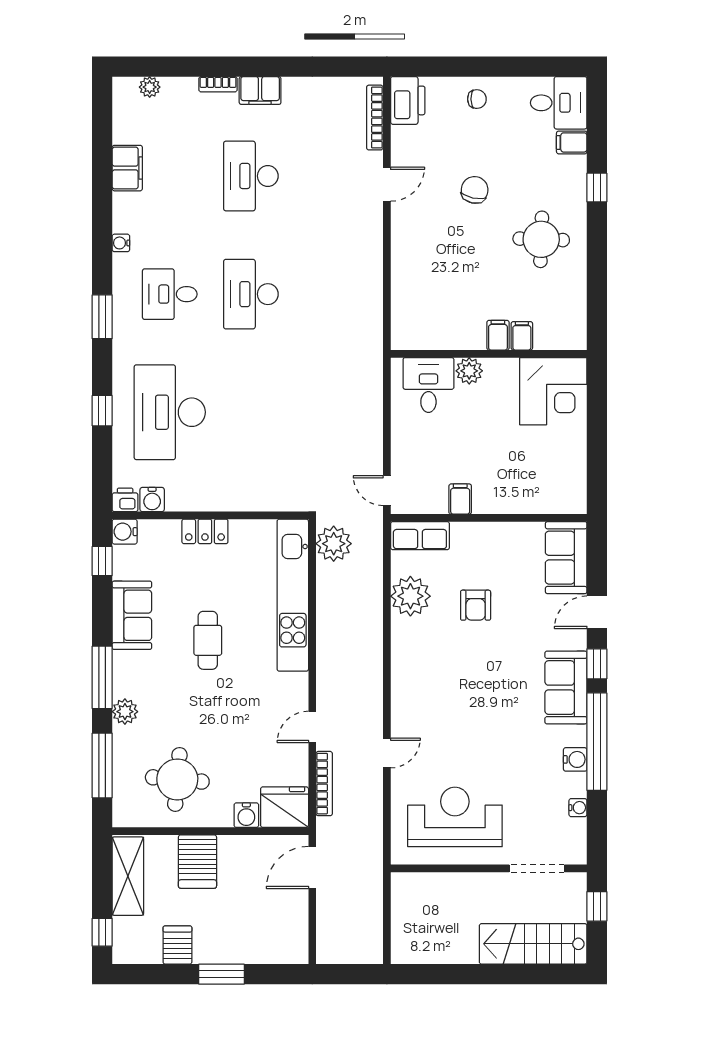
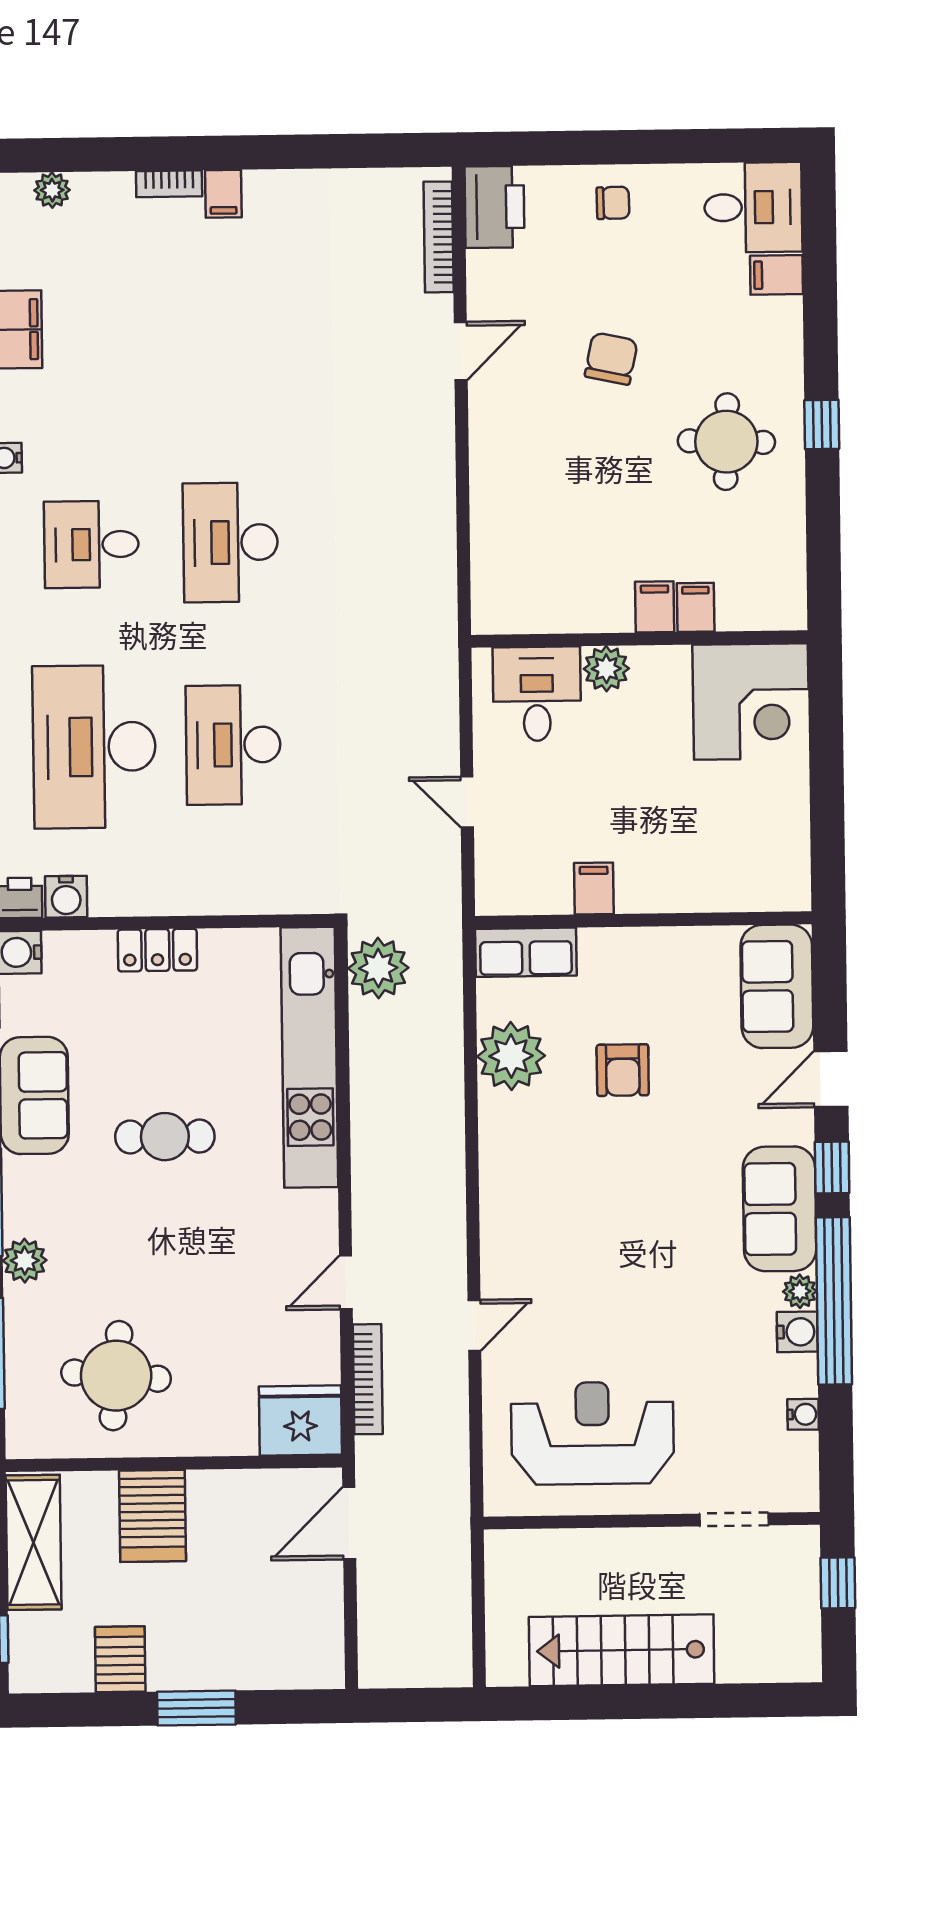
filing cabinet: (260, 91) -> (223, 194), width x0.50
desk: (251, 176) -> (233, 745), moved
window: (597, 188) -> (822, 425), moved
door: (387, 491) -> (467, 802), moved
cafe table: (208, 640) -> (165, 1137), turned 90
plant: (577, 736) -> (800, 1291), added
water cooler: (246, 815) -> (235, 1435), removed
doorway: (537, 868) -> (734, 1519), width x0.73
stairs: (533, 944) -> (622, 1650), moved

